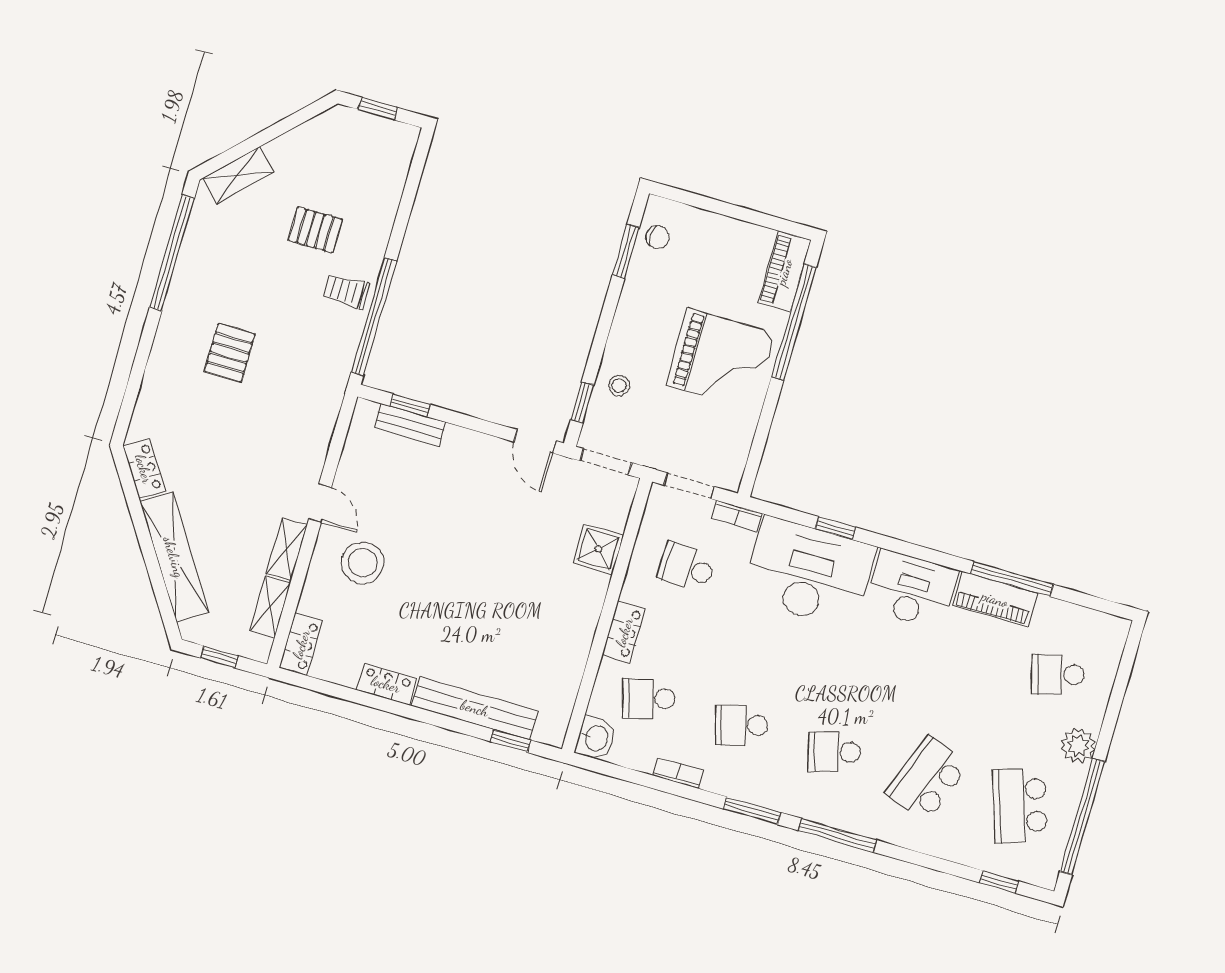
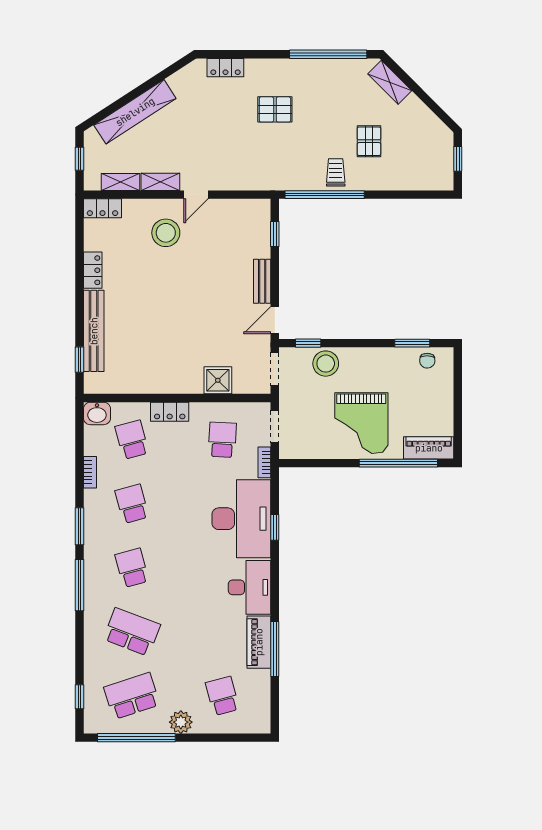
stool: (619, 386) -> (326, 364), width x1.89, depth x1.89
bench: (410, 425) -> (262, 281), moved
locker: (144, 469) -> (225, 68), moved, turned 33

